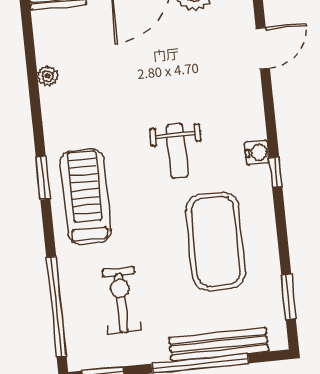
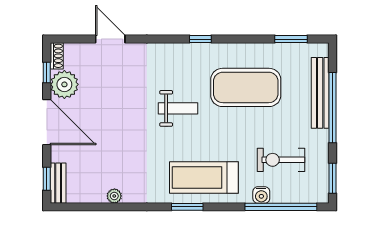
water cooler: (257, 153) -> (261, 195), moved, turned 180

